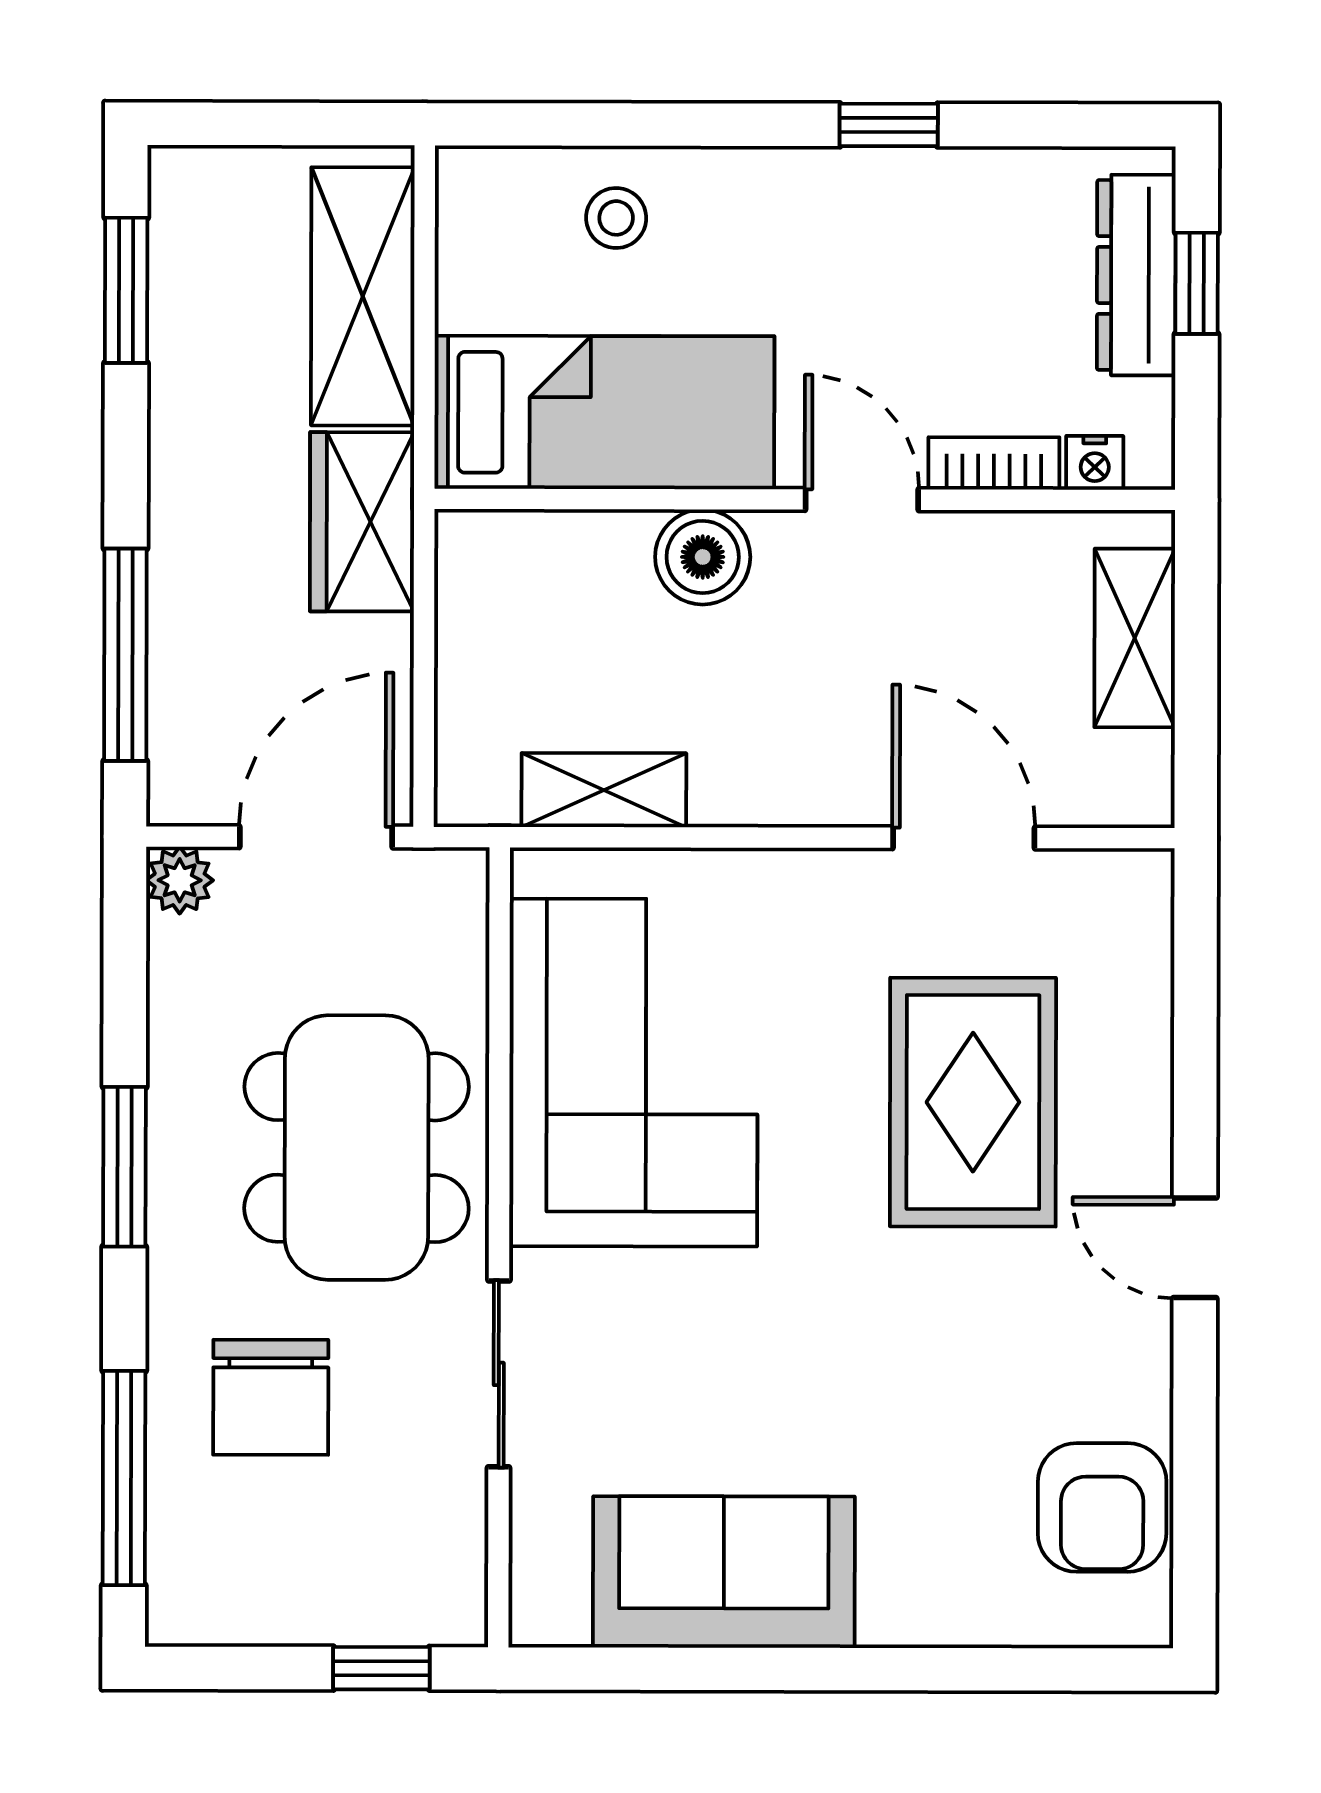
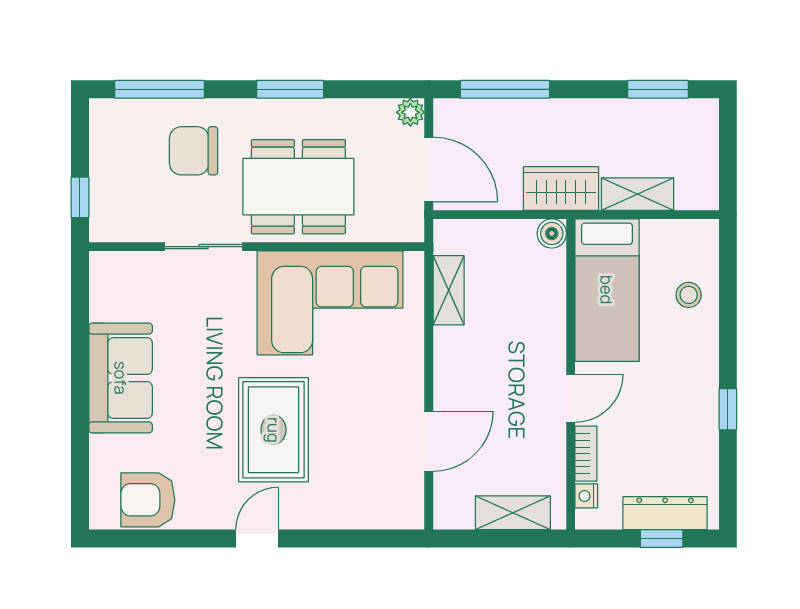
shelving: (363, 296) -> (638, 194), width x0.67, depth x0.75
boiler: (703, 557) -> (552, 233), moved, width x0.73, depth x0.73
rug: (973, 1102) -> (274, 430), moved, turned 90
sofa: (724, 1572) -> (121, 378), moved

